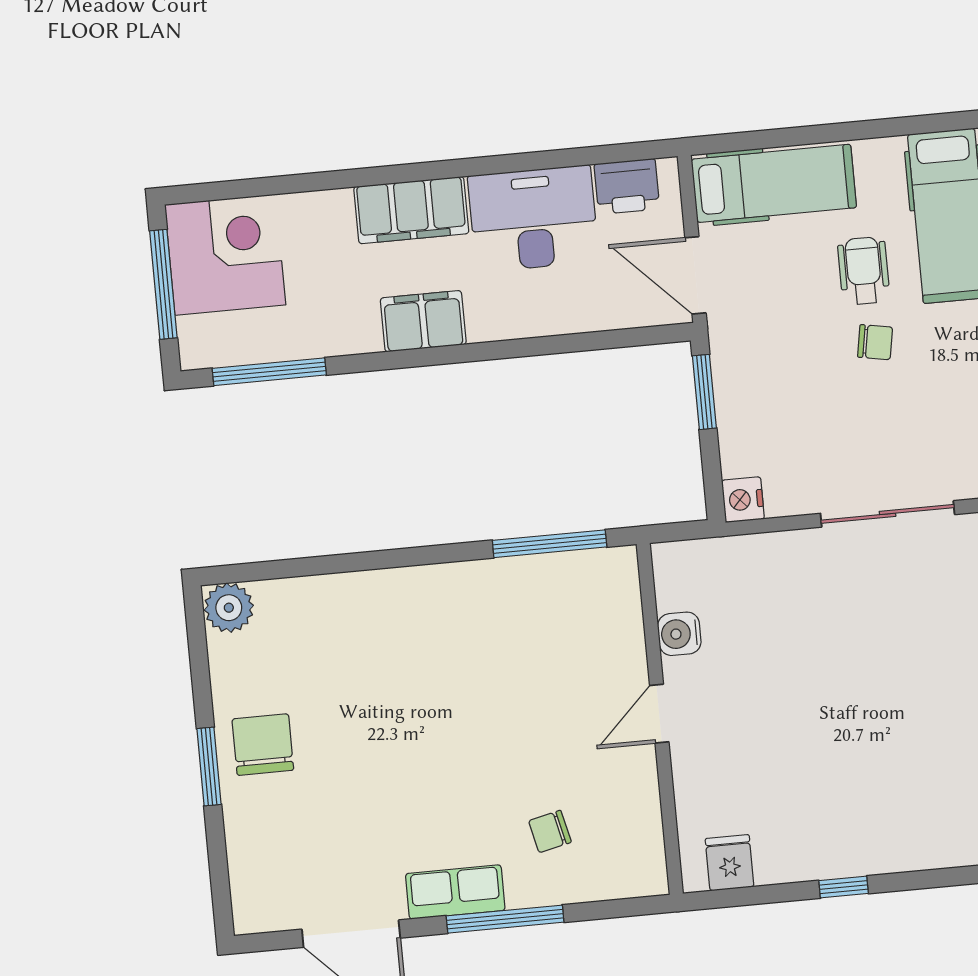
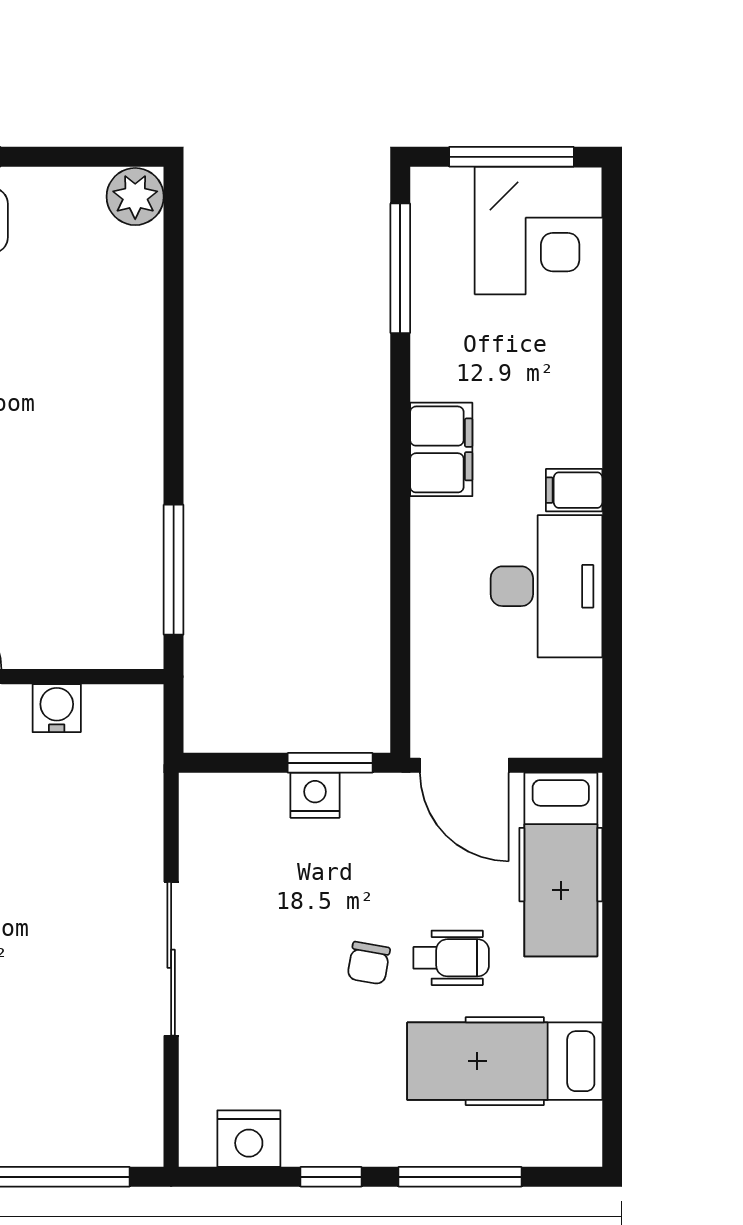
printer: (627, 186) -> (573, 696), removed
filing cabinet: (411, 210) -> (574, 490), width x0.33, depth x0.86
door: (696, 275) -> (464, 765), swing flipped
nightstand: (743, 500) -> (315, 795), moved

